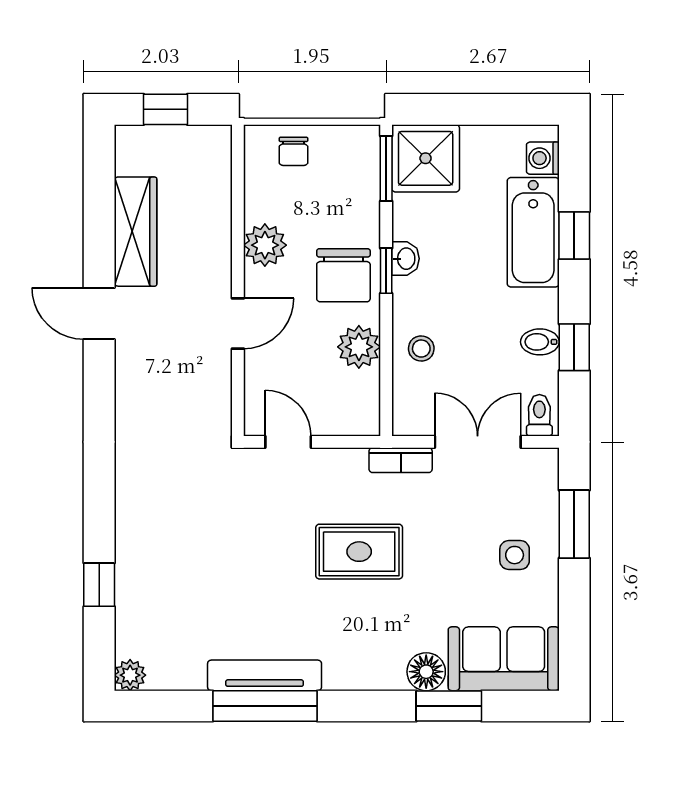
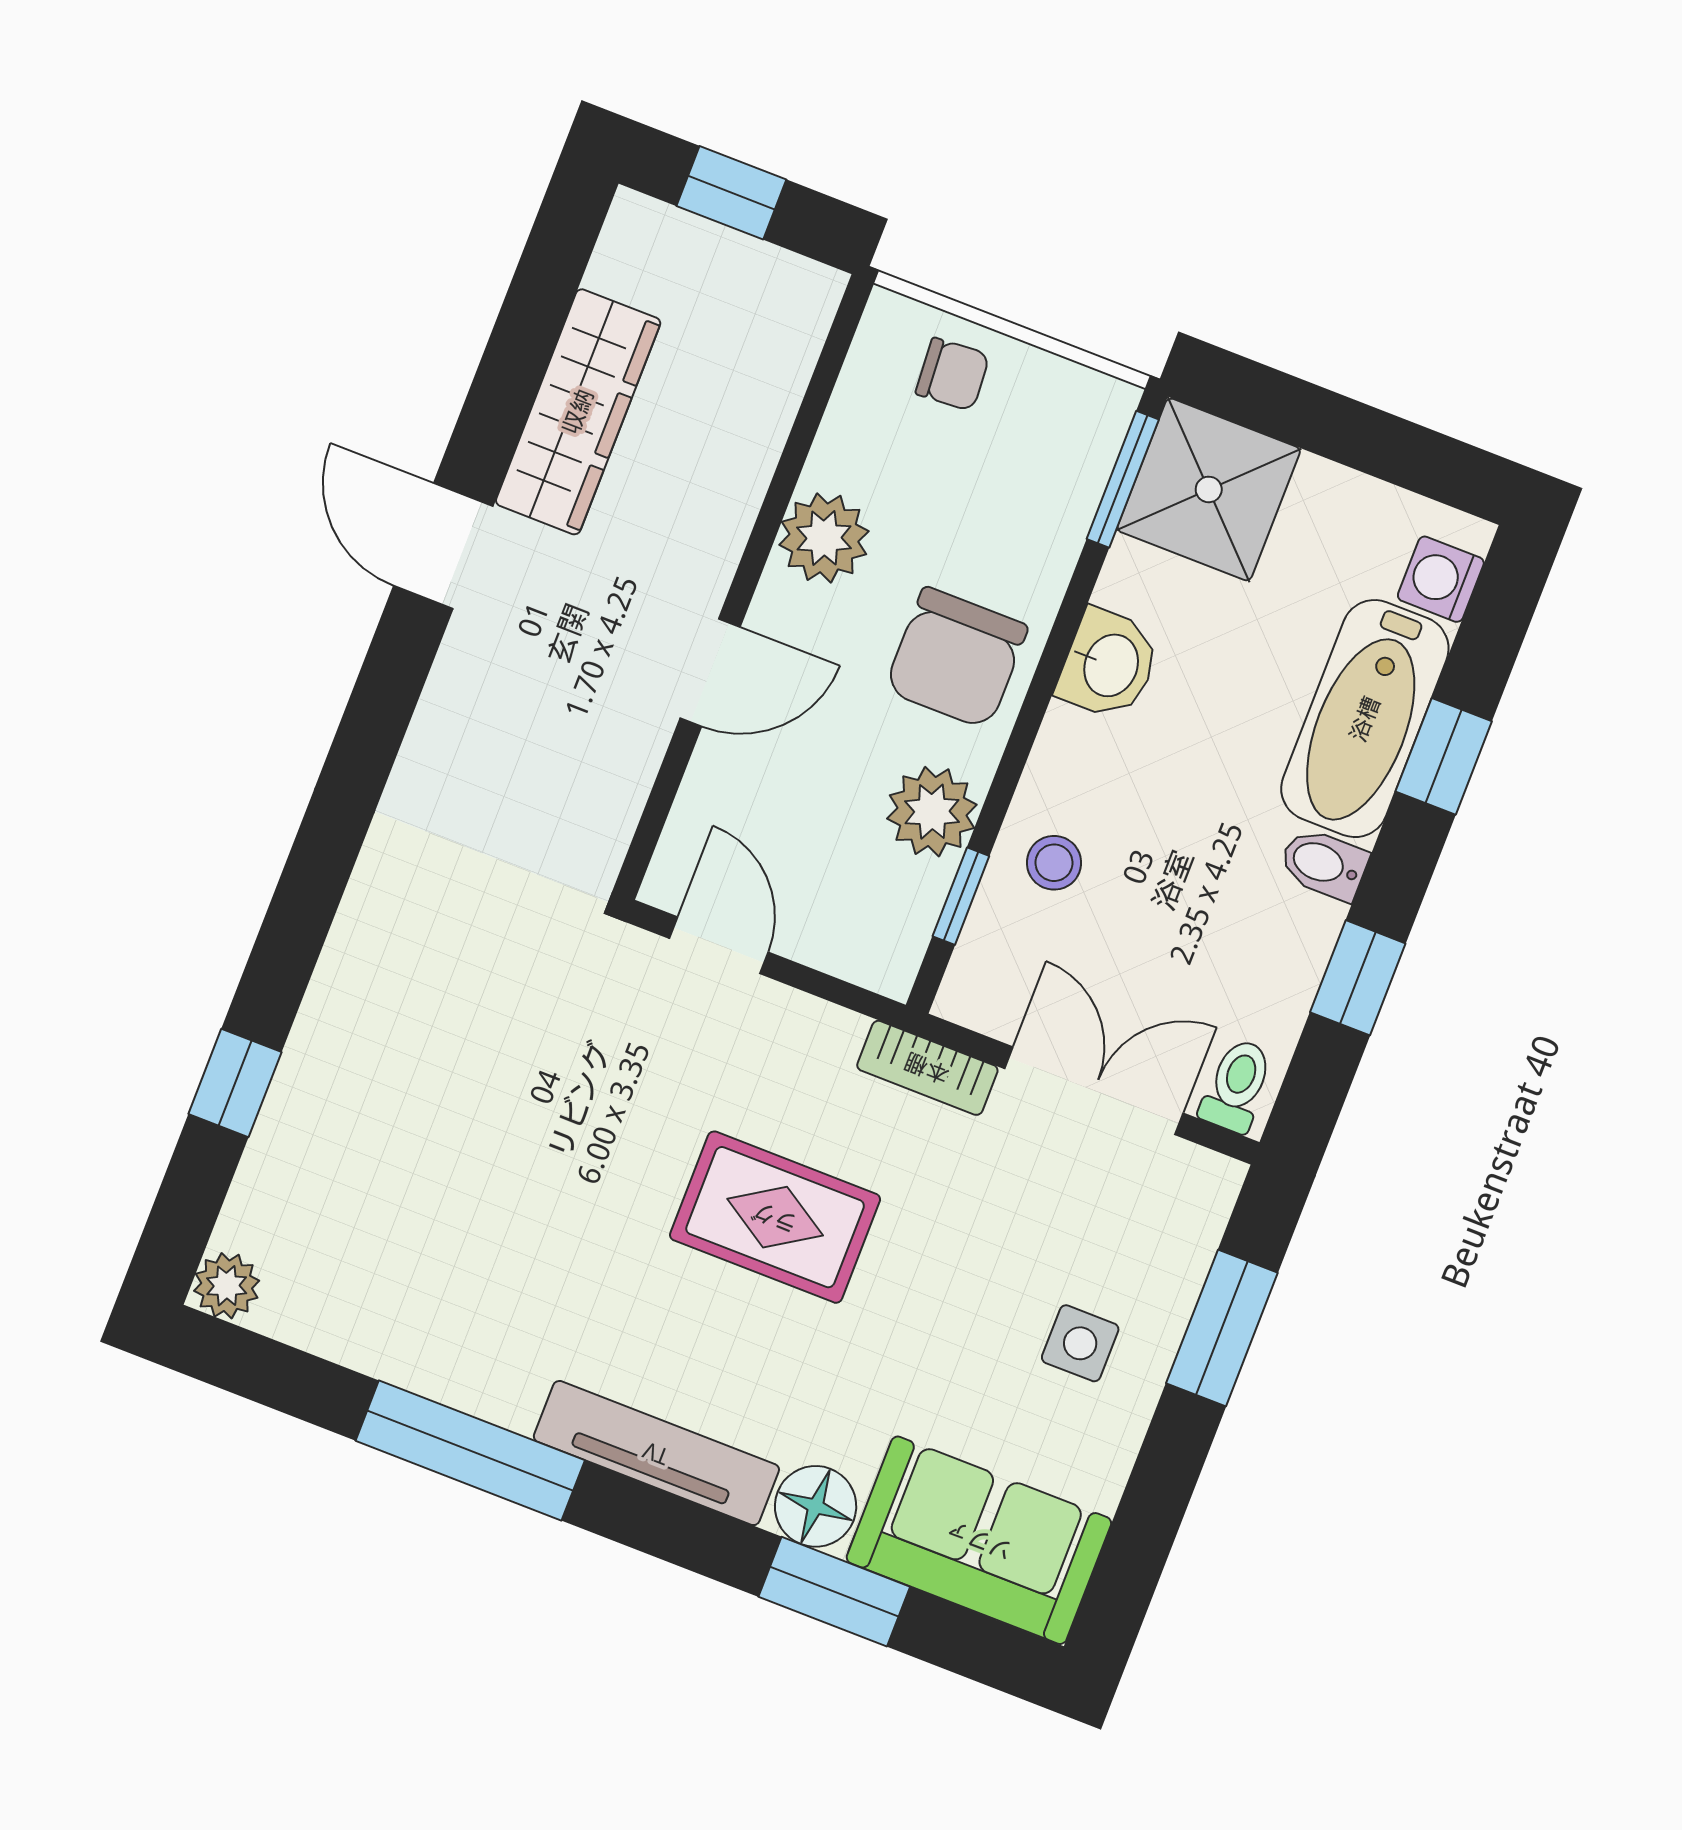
chair: (293, 151) -> (952, 374), turned -94
washbasin: (405, 259) -> (1109, 664), width x1.38, depth x1.45
window: (386, 271) -> (961, 896), moved
bidet: (540, 342) -> (1324, 864), moved
tv unit: (265, 675) -> (656, 1453), moved

